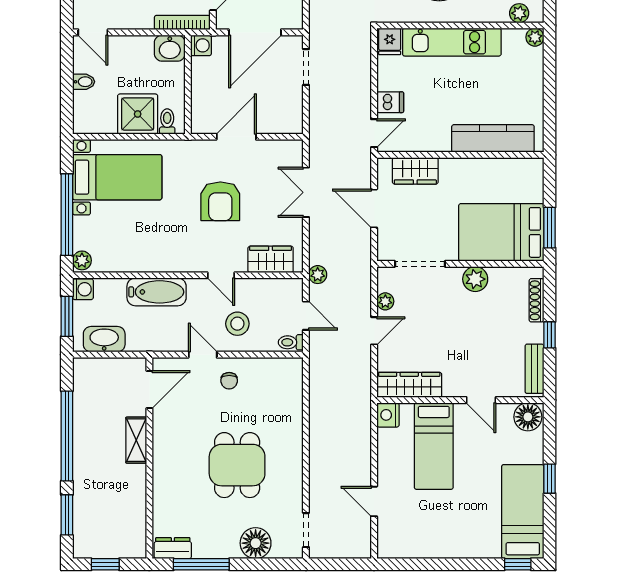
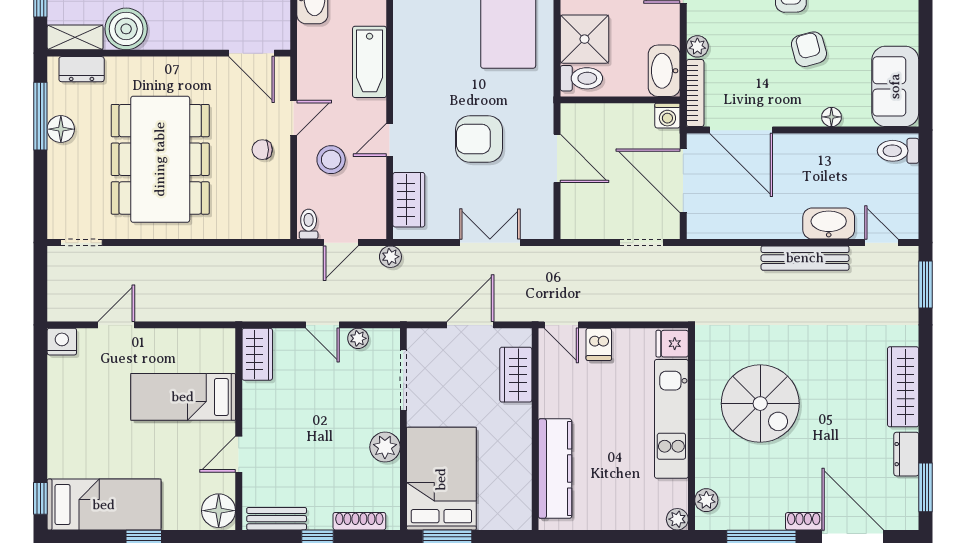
plant: (144, 21) -> (697, 46), added
washbasin: (170, 48) -> (664, 71), width x1.38
toilet: (167, 121) -> (581, 78), width x1.37, depth x1.39
wardrobe: (409, 385) -> (257, 354), width x0.67
nightstand: (388, 415) -> (62, 342), moved
shelving: (136, 440) -> (75, 37), moved
dining table: (237, 465) -> (160, 159), width x1.88, depth x1.24
boiler: (129, 493) -> (126, 29), added
floor lamp: (256, 543) -> (61, 129), moved, width x0.73, depth x0.73
dresser: (173, 548) -> (82, 69), moved, turned 90

